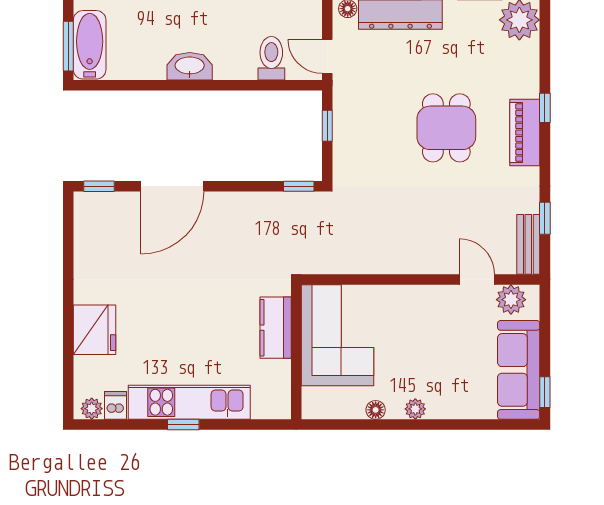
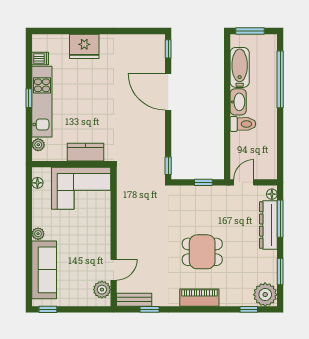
bathtub: (90, 45) -> (240, 67), moved, turned -90
toilet: (271, 58) -> (243, 124), moved
window: (545, 108) -> (249, 309), moved
sofa: (519, 370) -> (44, 270), moved, turned 90
plant: (92, 409) -> (38, 145), moved
floor lamp: (376, 410) -> (37, 183), moved

